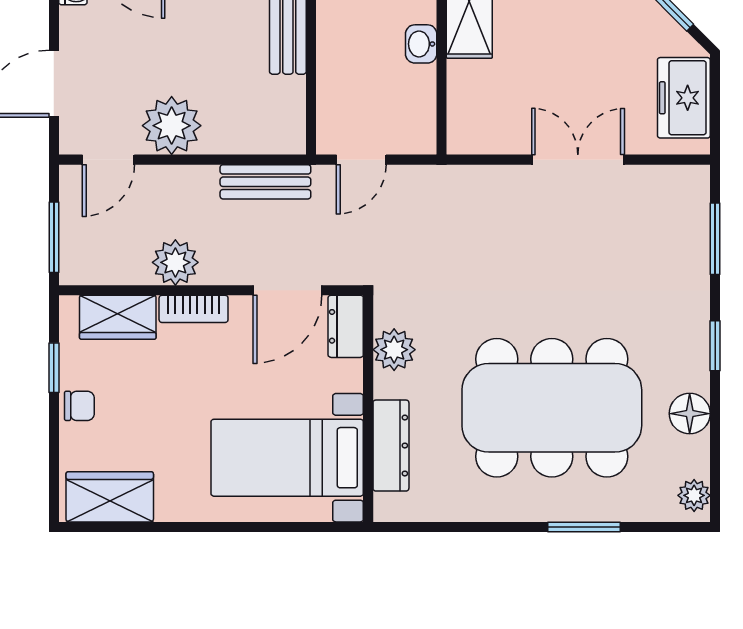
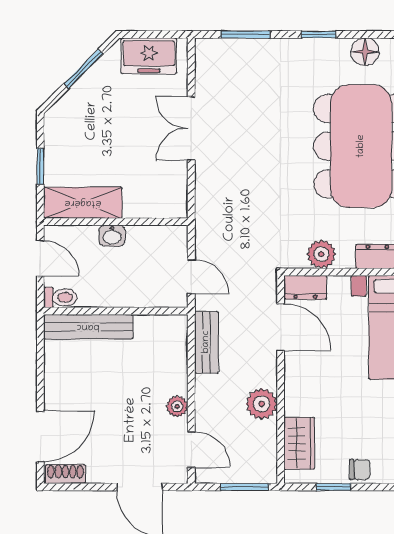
plant: (172, 126) -> (177, 406), width x0.53, depth x0.53
bookcase: (194, 309) -> (293, 391), removed
chair: (79, 406) -> (360, 470), turned 90

